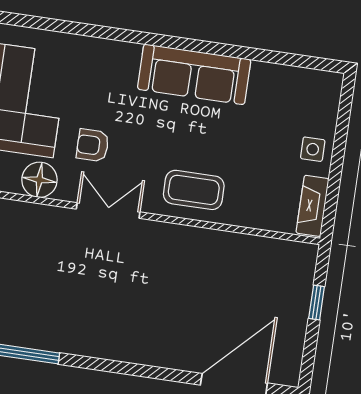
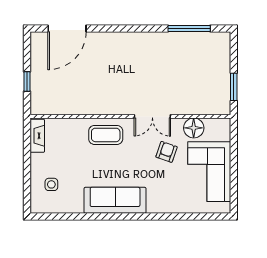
armchair: (93, 145) -> (167, 152), turned -71
side table: (313, 149) -> (51, 184), moved

